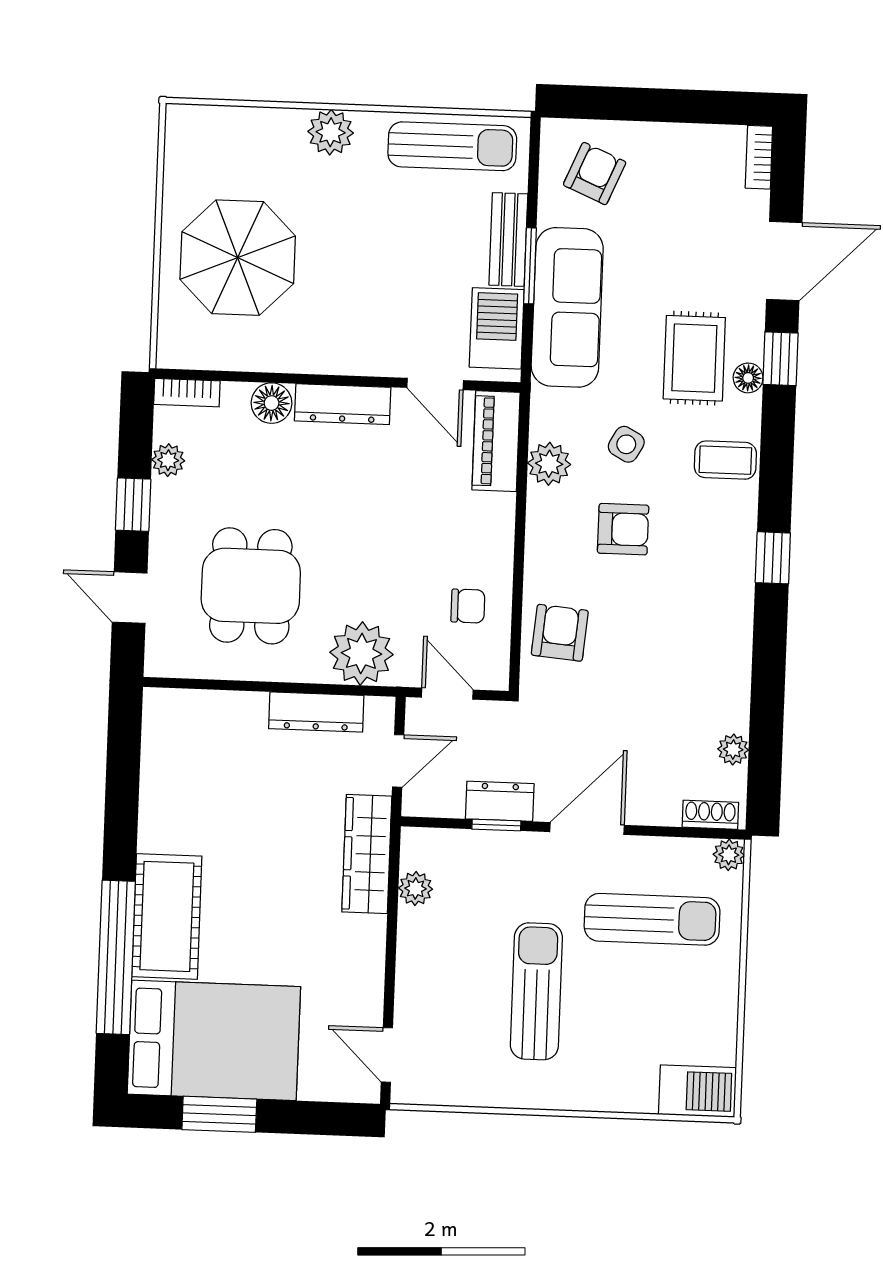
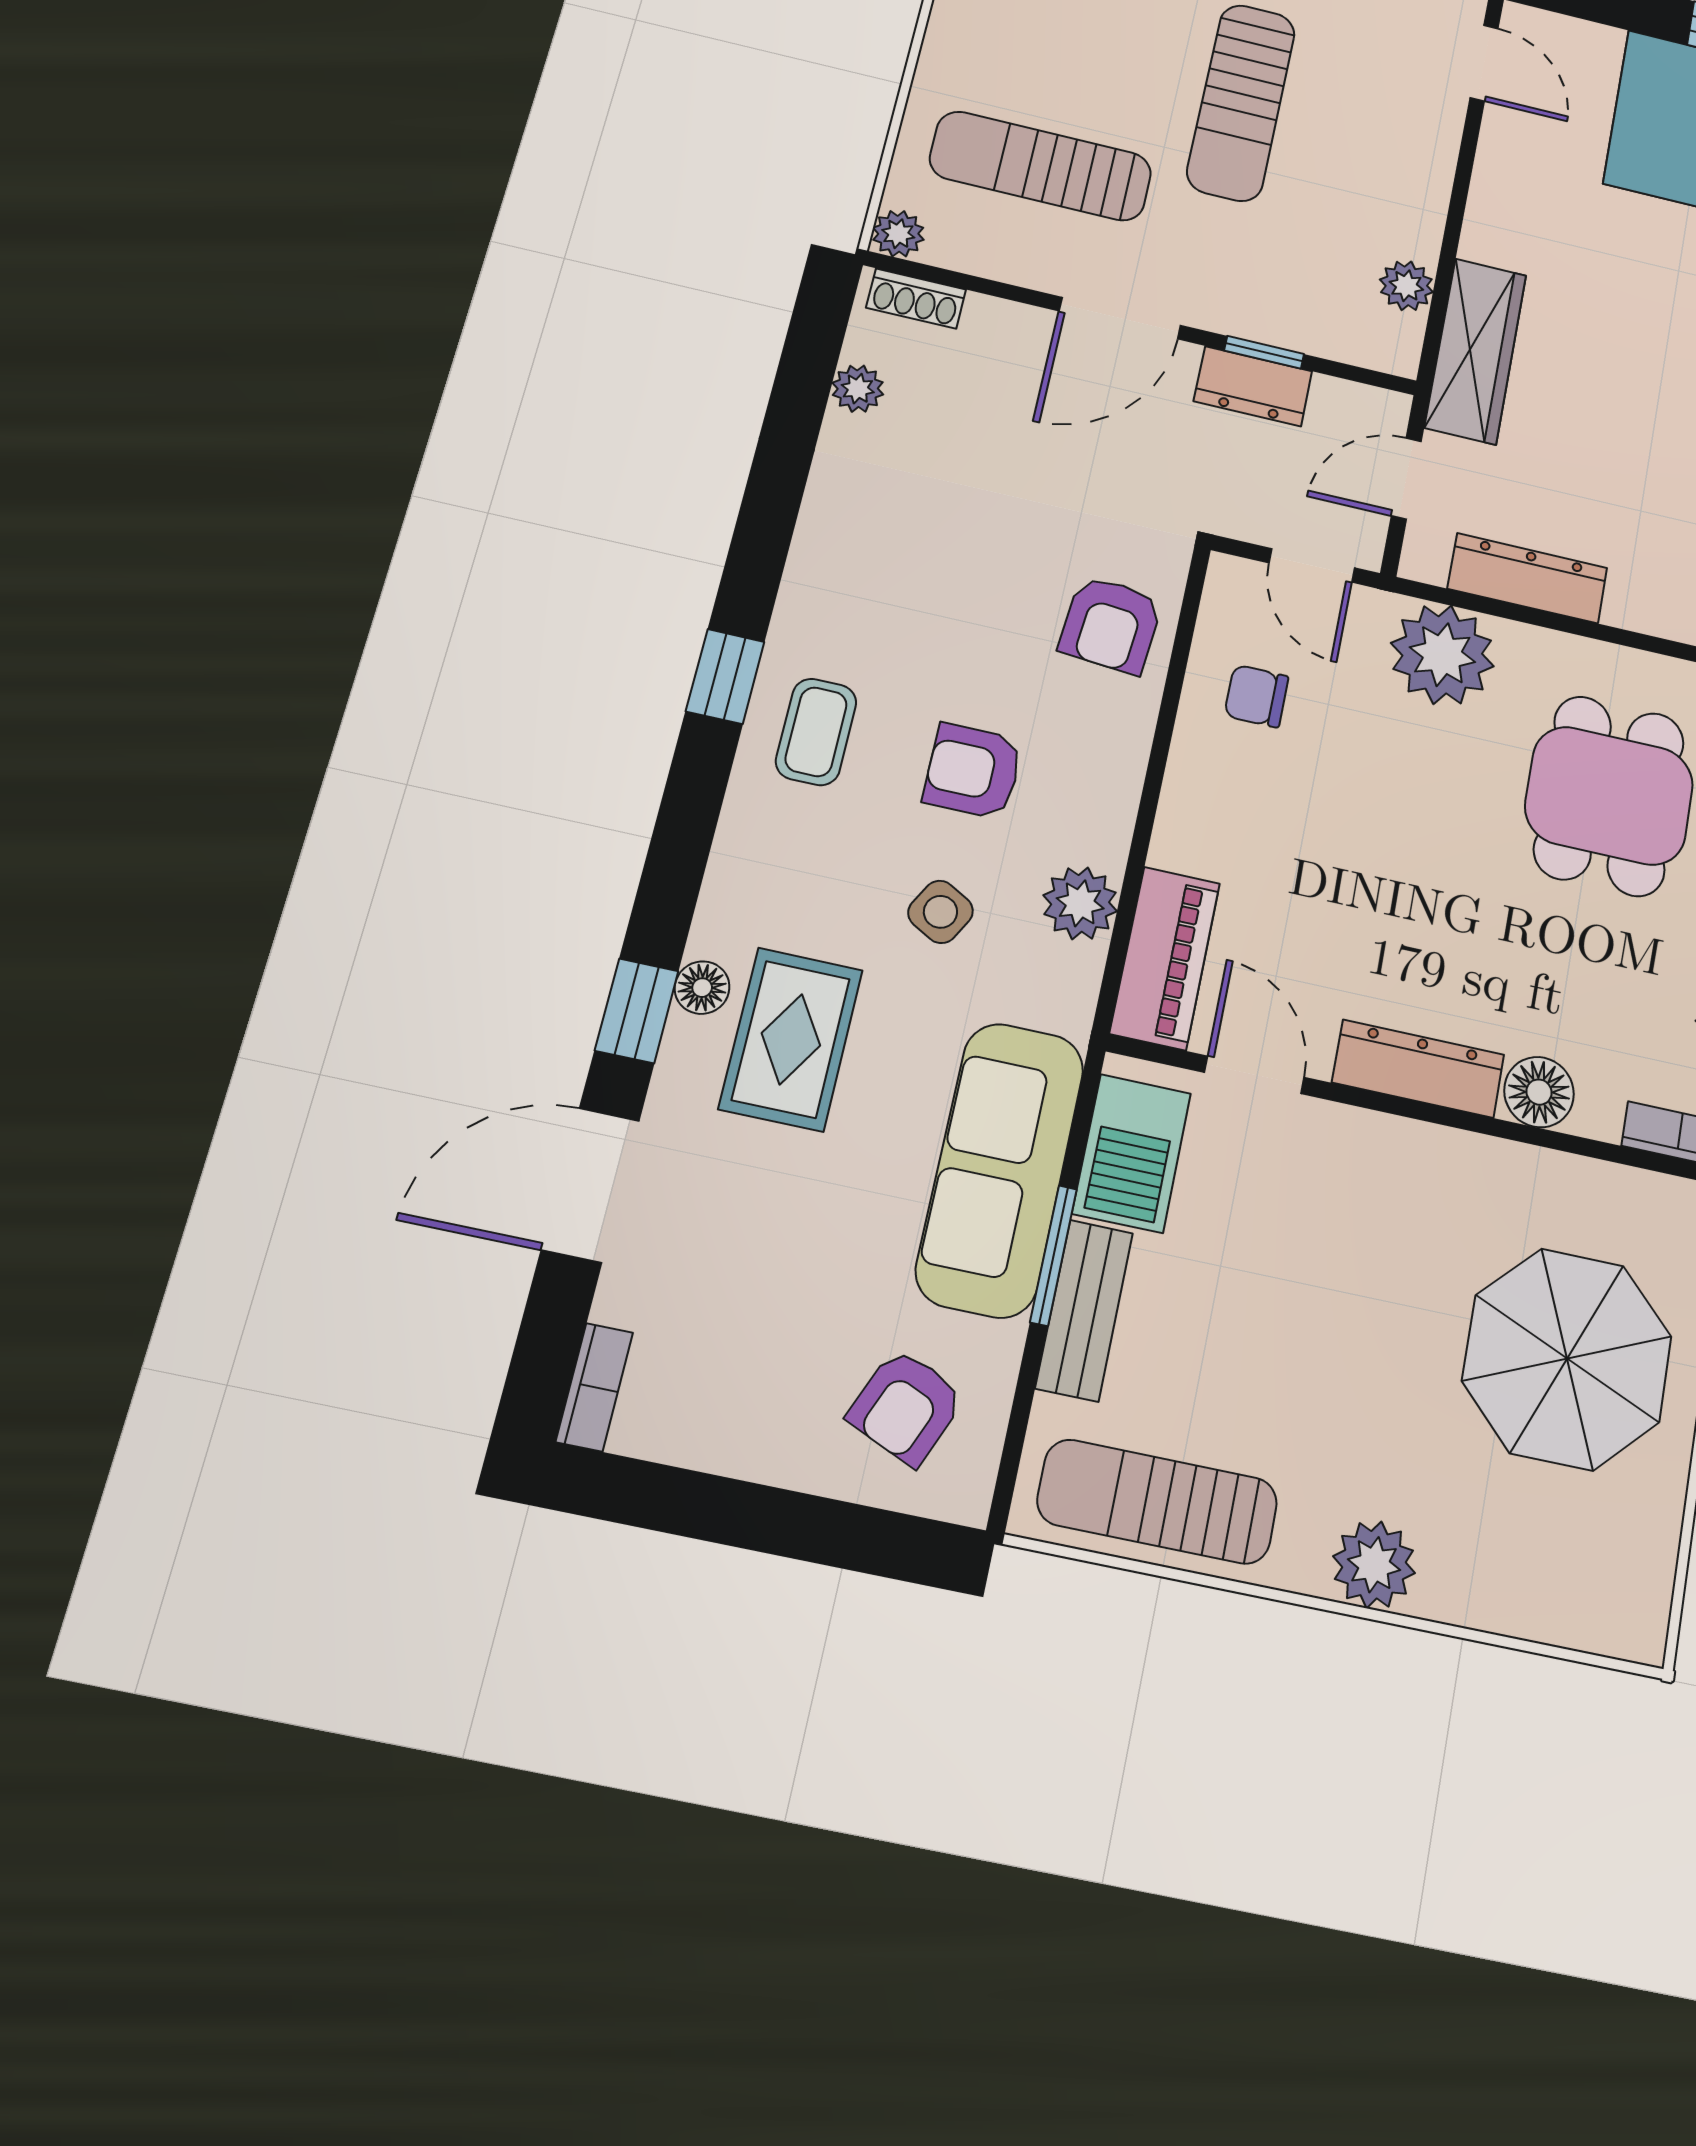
coffee table: (725, 460) -> (816, 732), moved, turned 90

